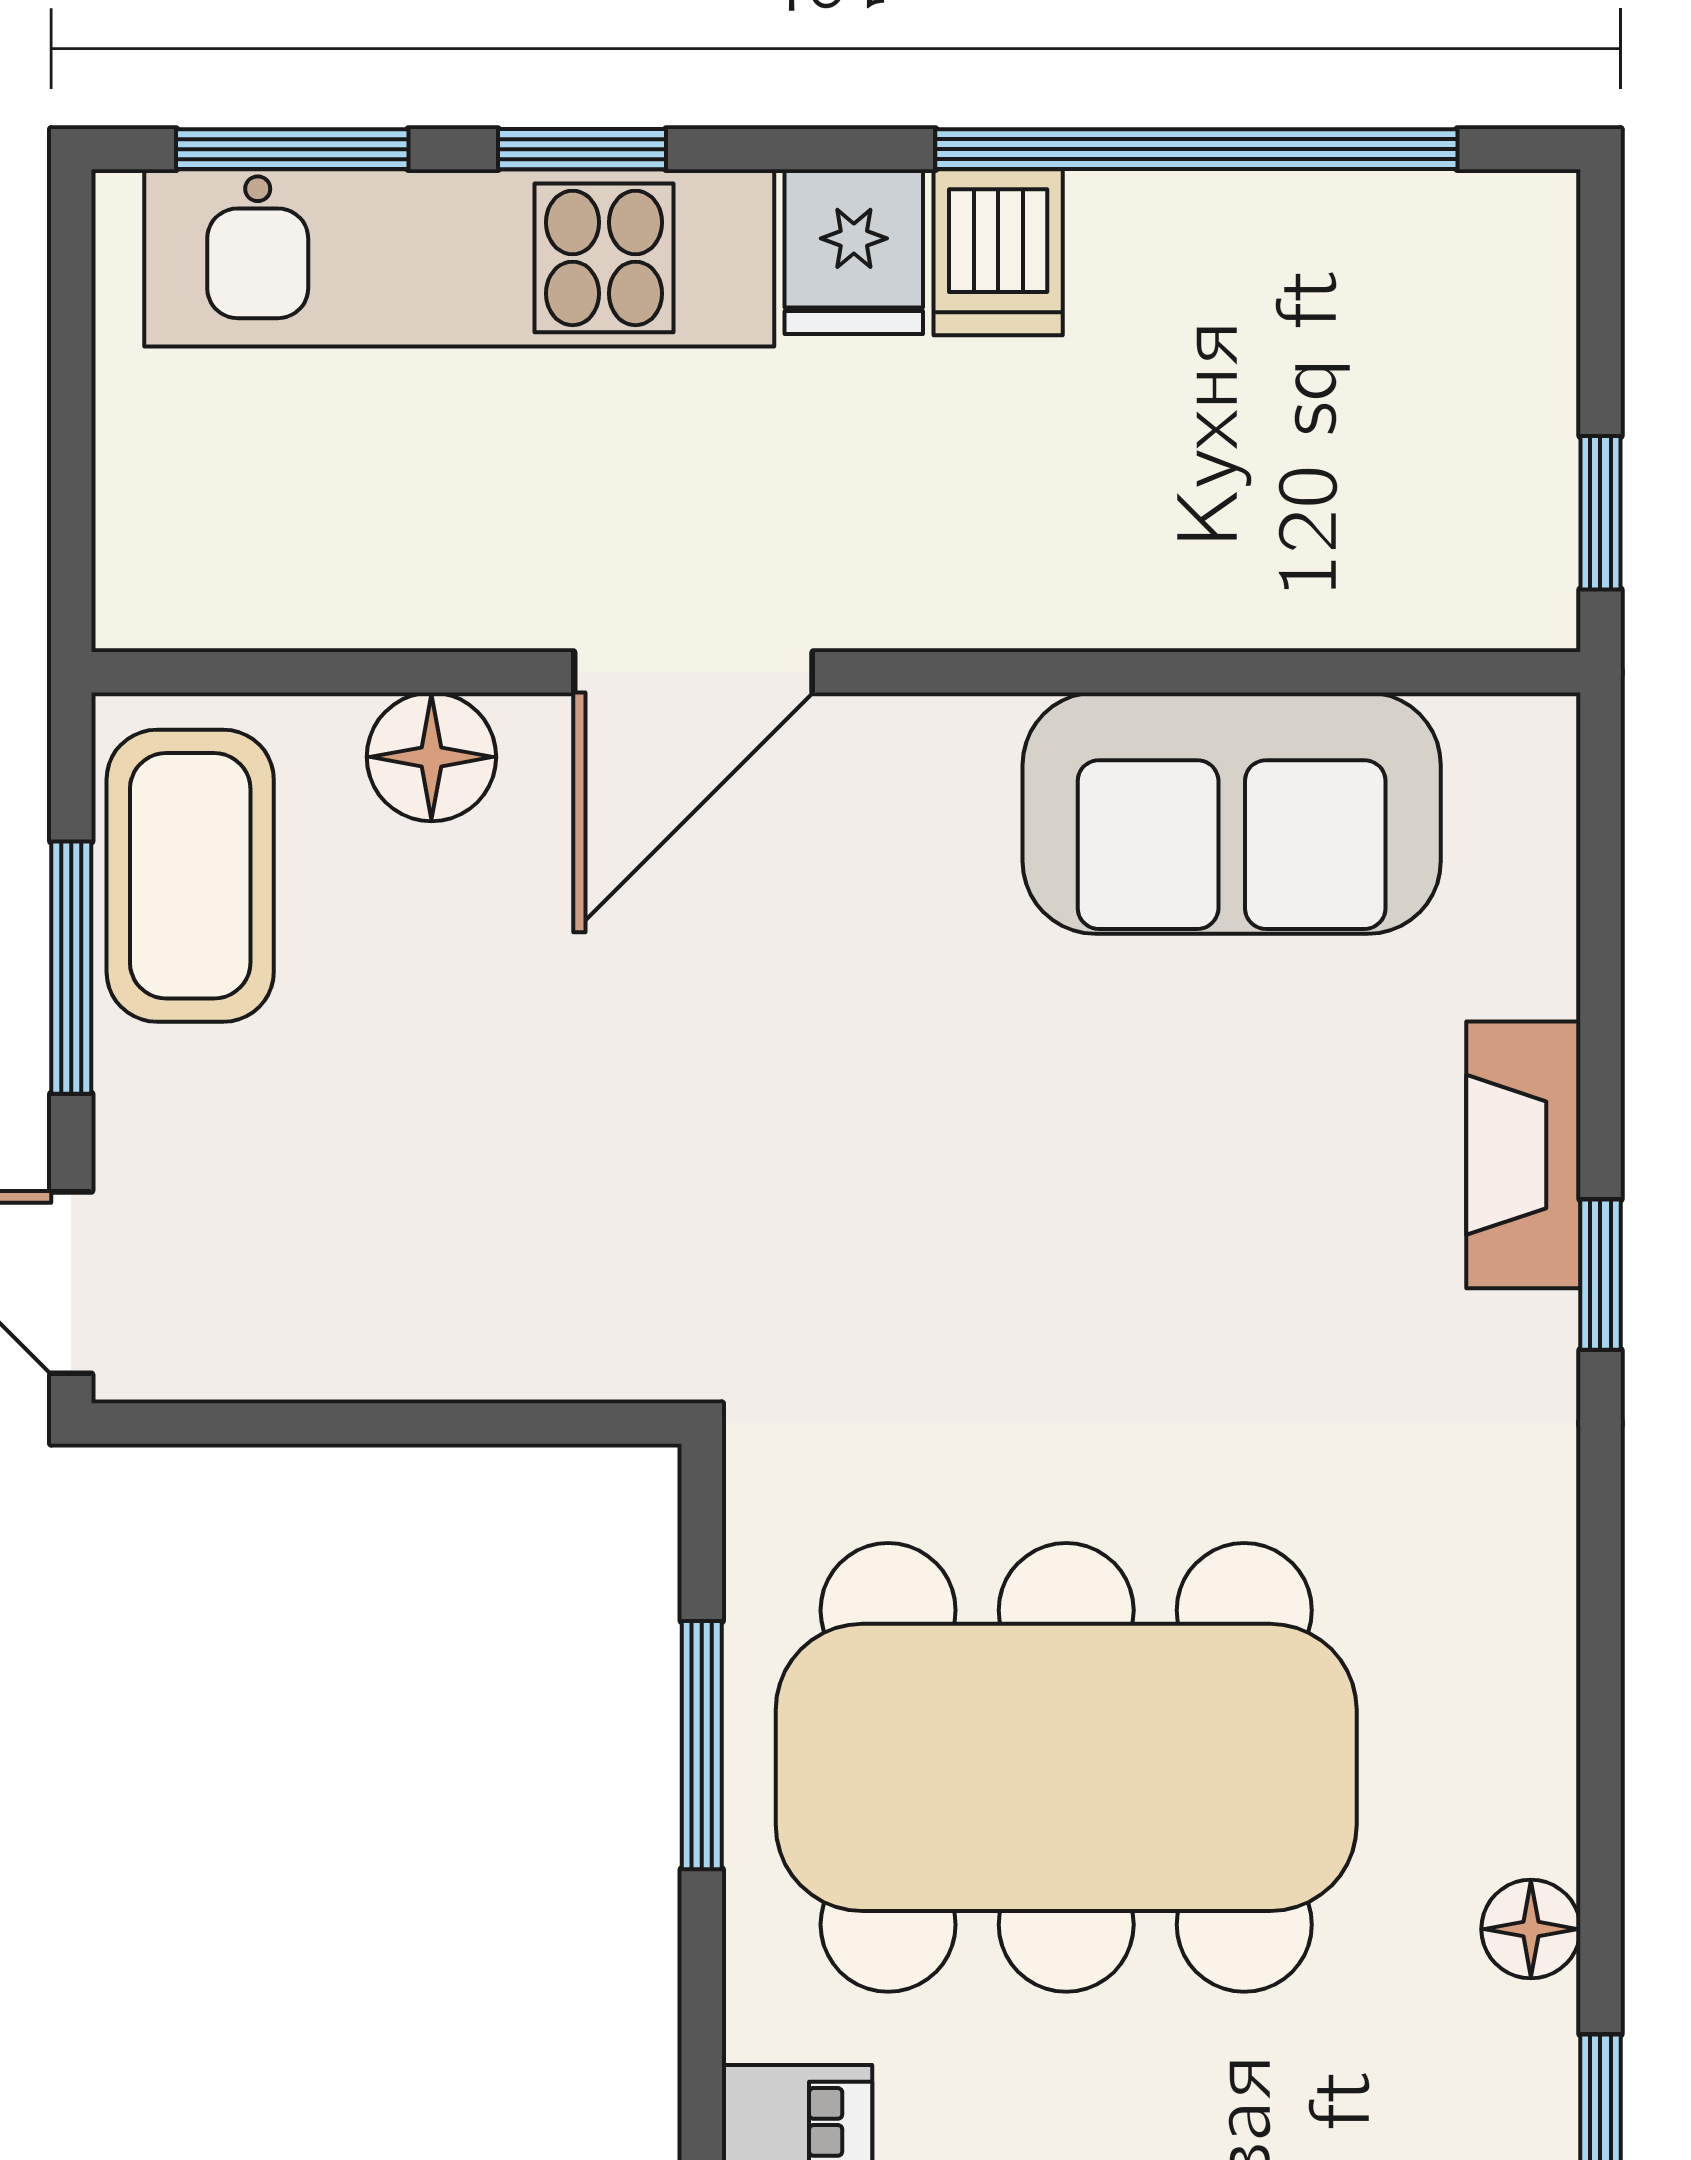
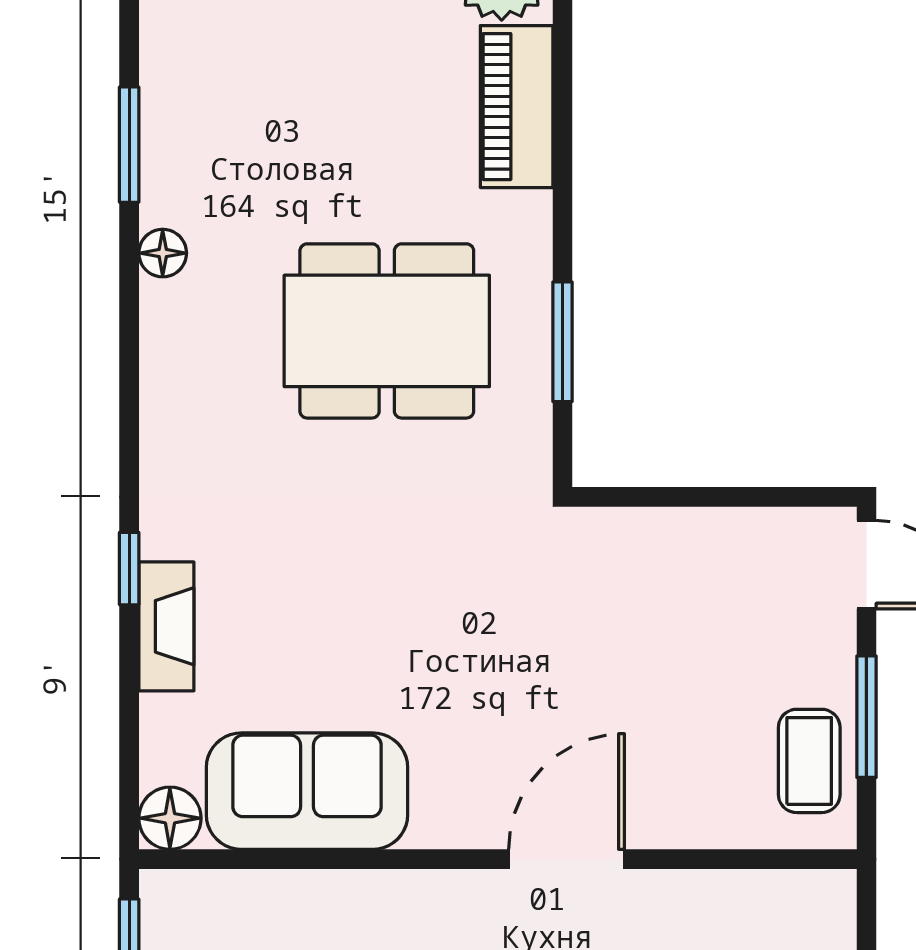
floor lamp: (431, 757) -> (170, 818), moved
coffee table: (190, 876) -> (809, 761), width x0.73, depth x0.77
dining table: (1066, 1767) -> (387, 331), width x0.73, depth x0.80

